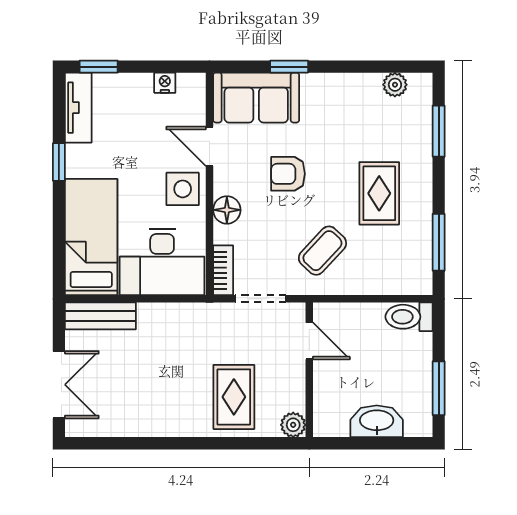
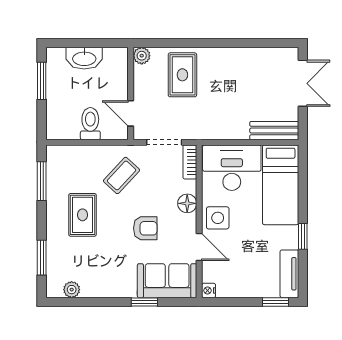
nightstand: (165, 83) -> (209, 290), moved, turned 90
toilet: (409, 317) -> (90, 124), moved, turned -90
double door: (59, 385) -> (303, 83), swing flipped

